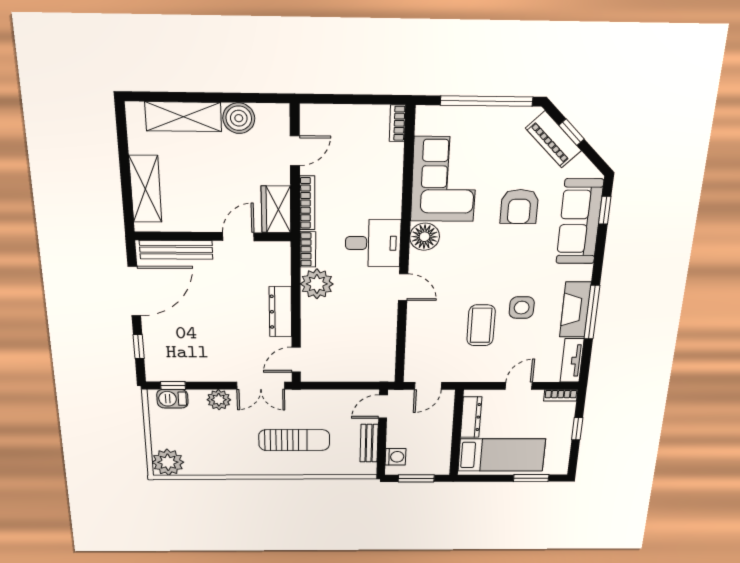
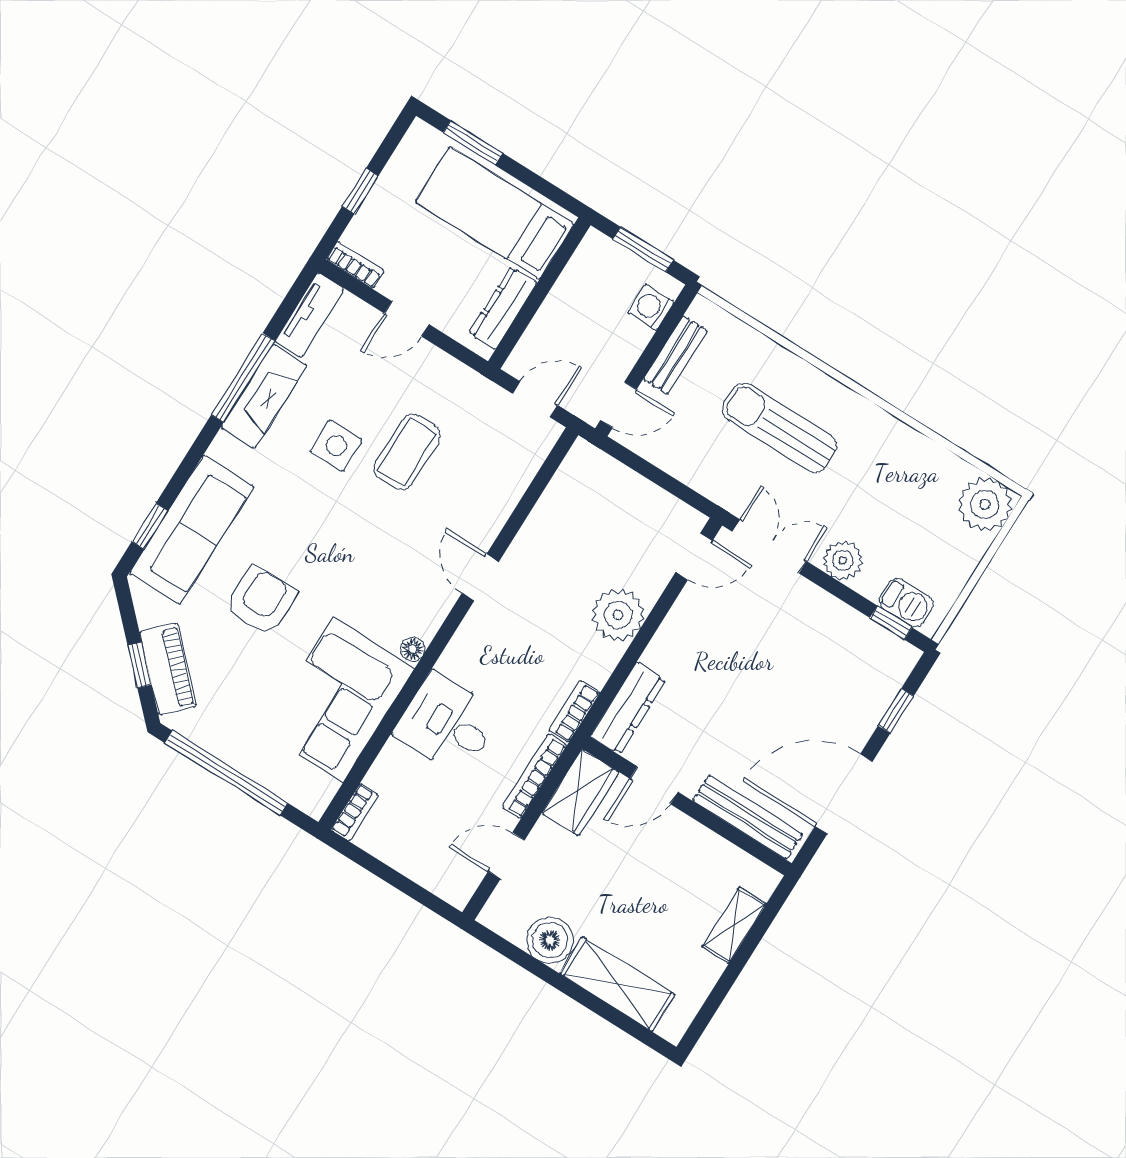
shelving: (145, 189) -> (734, 925), width x0.67, depth x0.75
floor lamp: (425, 237) -> (413, 649), width x0.53, depth x0.53
desk: (373, 243) -> (447, 724), moved
plant: (317, 284) -> (618, 615), moved
dresser: (280, 312) -> (628, 708), moved

